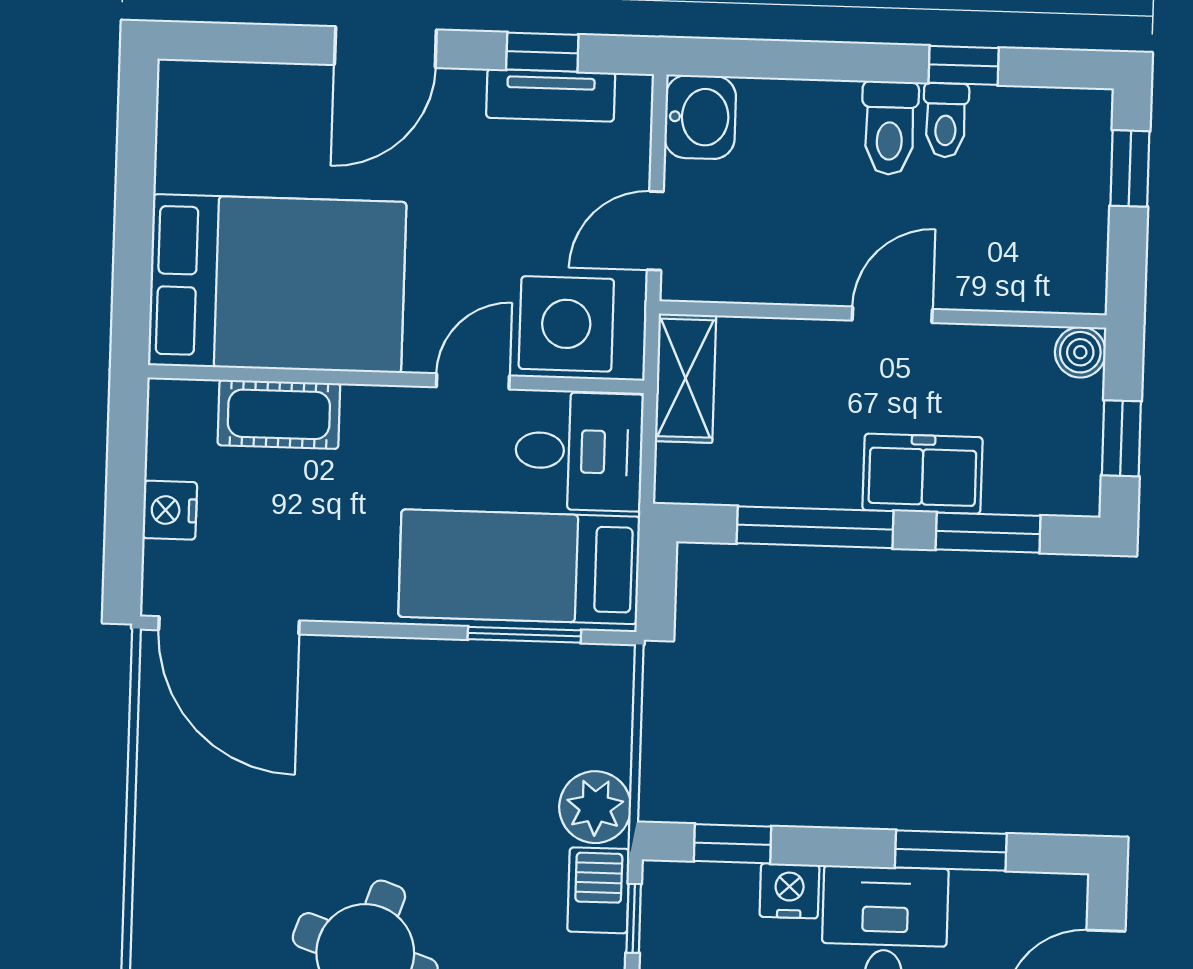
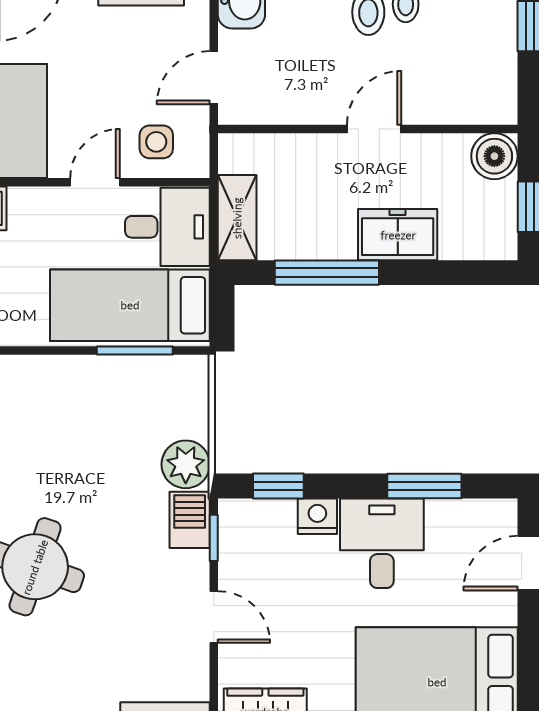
side table: (566, 324) -> (156, 142), width x0.54, depth x0.54
boiler: (1080, 352) -> (494, 156), width x1.36, depth x1.36
shelving: (686, 378) -> (237, 218), moved
window: (988, 533) -> (443, 273), removed

